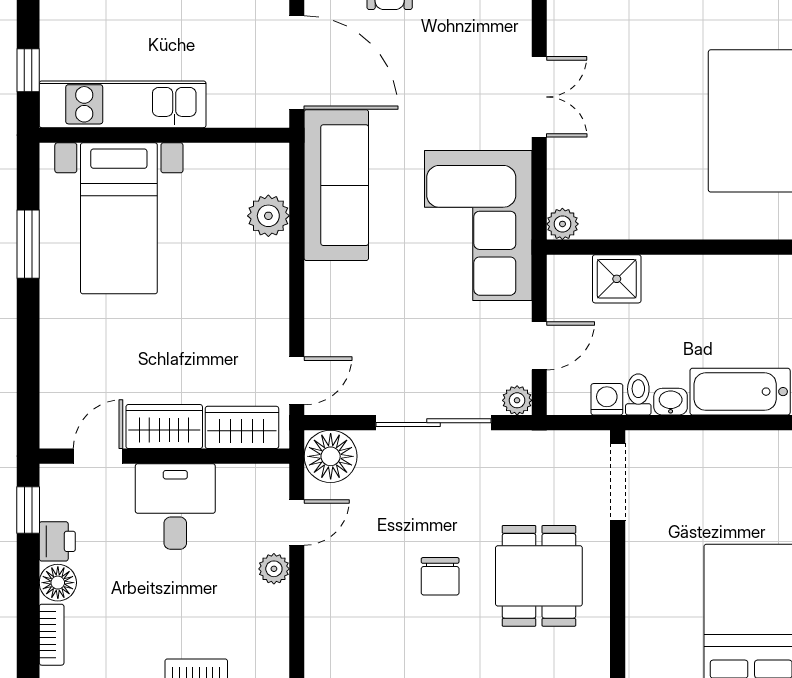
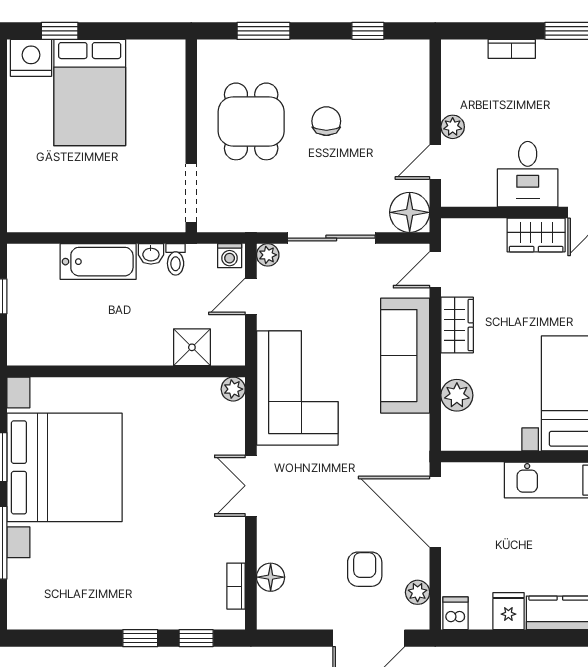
sofa: (336, 185) -> (405, 356), moved
washing machine: (607, 399) -> (230, 256), moved
wardrobe: (242, 427) -> (457, 325), moved, turned -90

